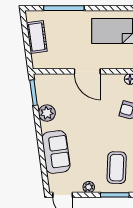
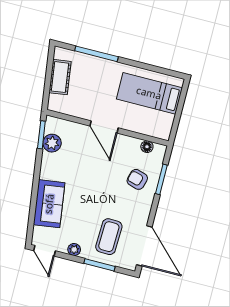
plant: (47, 113) -> (52, 143), moved

